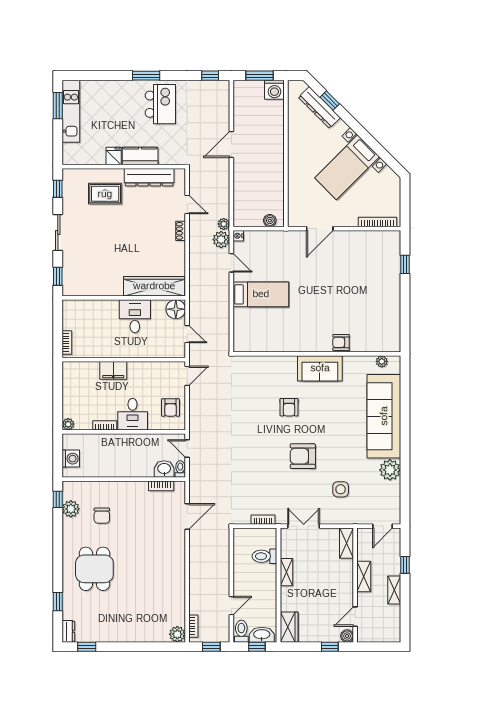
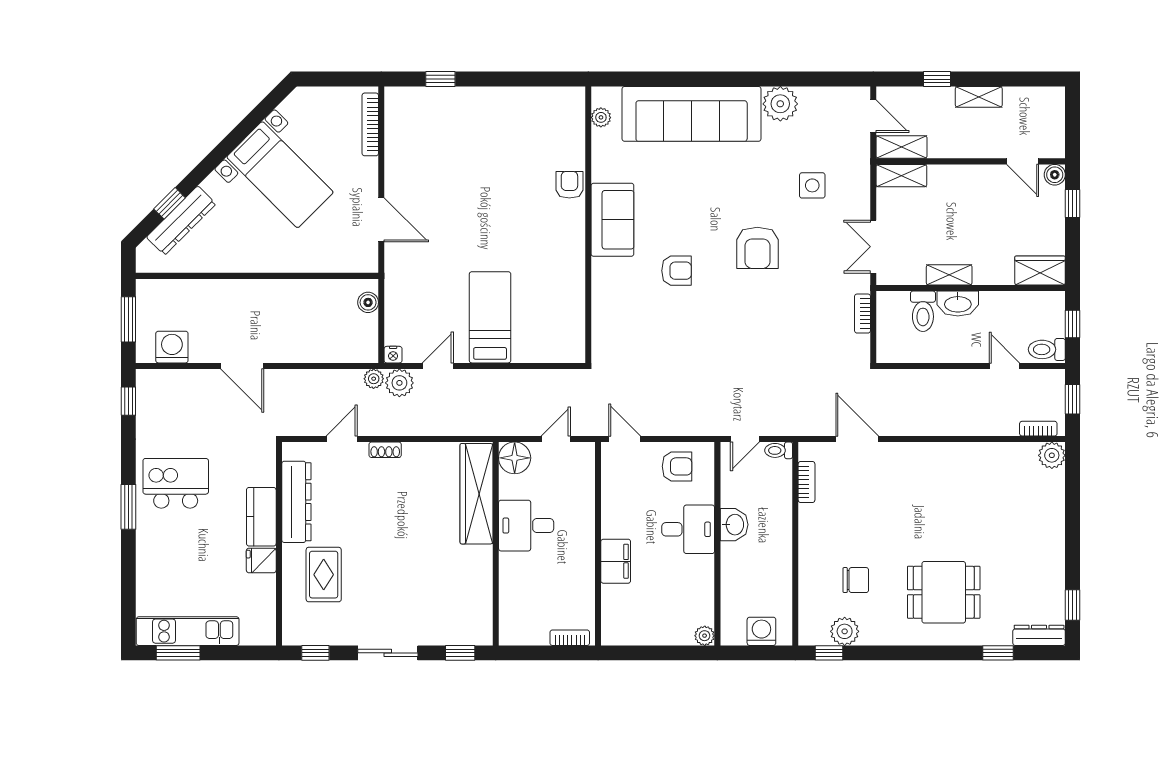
washing machine: (274, 90) -> (172, 347), moved, turned -90
armchair: (341, 342) -> (569, 185), turned 180
bookcase: (105, 425) -> (707, 575), removed
washbasin: (164, 469) -> (734, 525), moved, turned 180
shelving: (364, 577) -> (902, 147), moved
dresser: (68, 631) -> (1039, 635), width x1.44
washbasin: (262, 635) -> (958, 304), moved, turned -90

